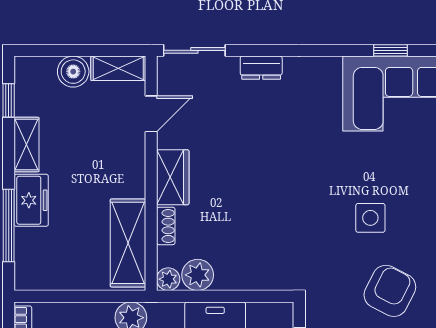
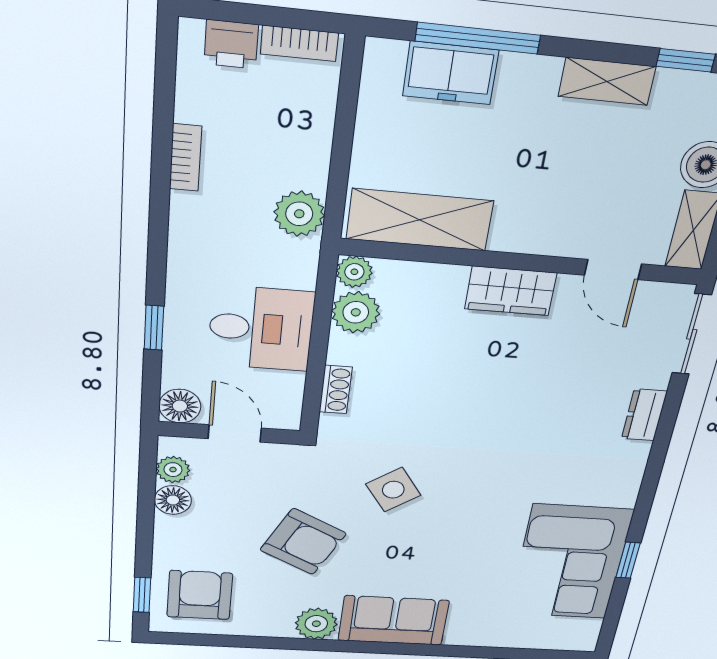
freezer: (31, 200) -> (451, 73), moved
side table: (370, 218) -> (393, 490), moved, turned -35
shoe rack: (166, 226) -> (336, 390), moved, turned -90

